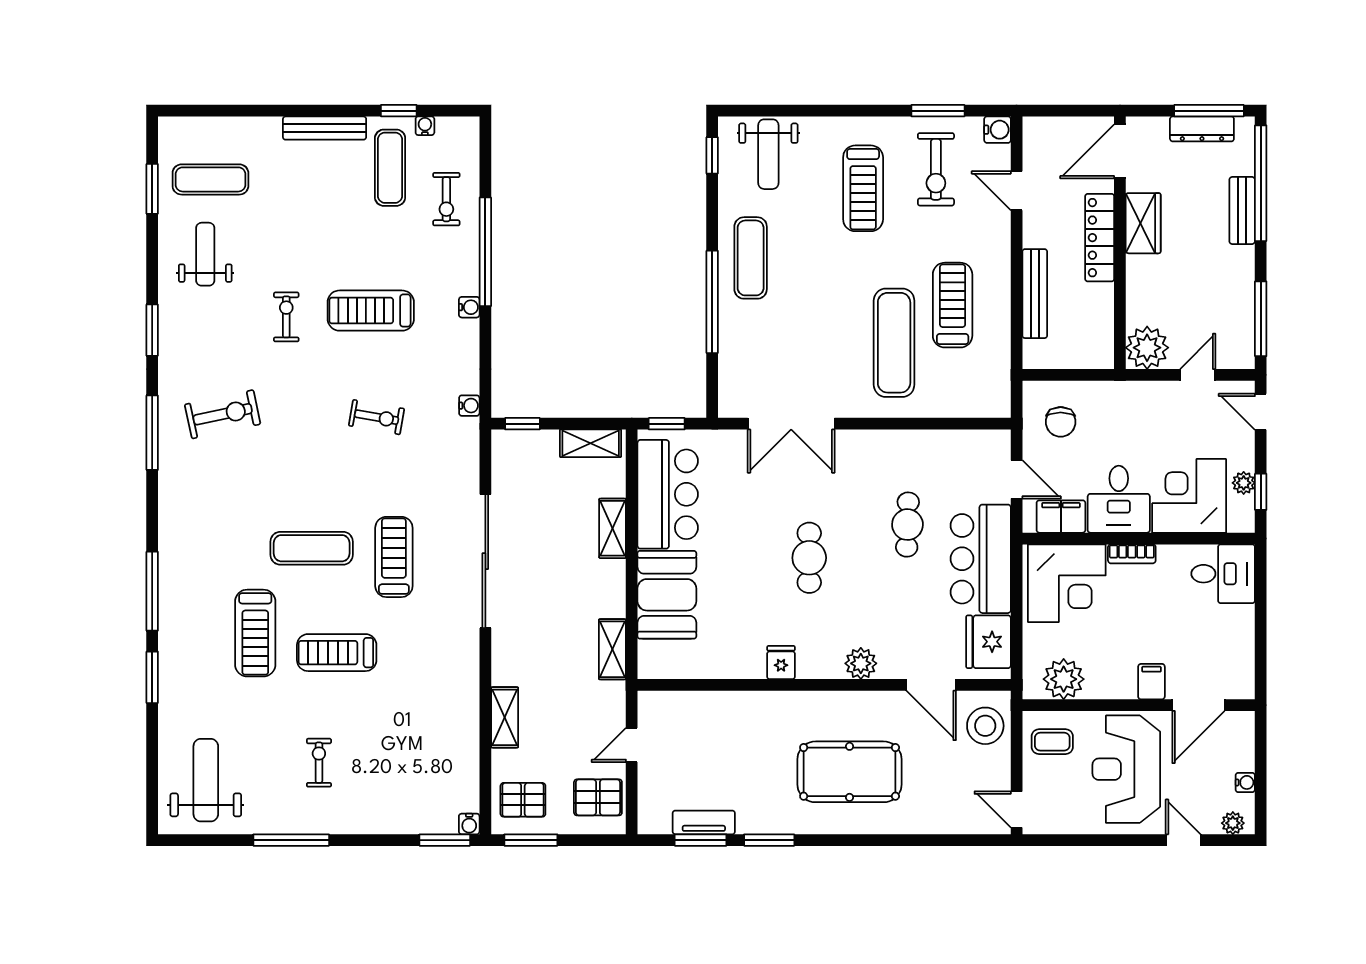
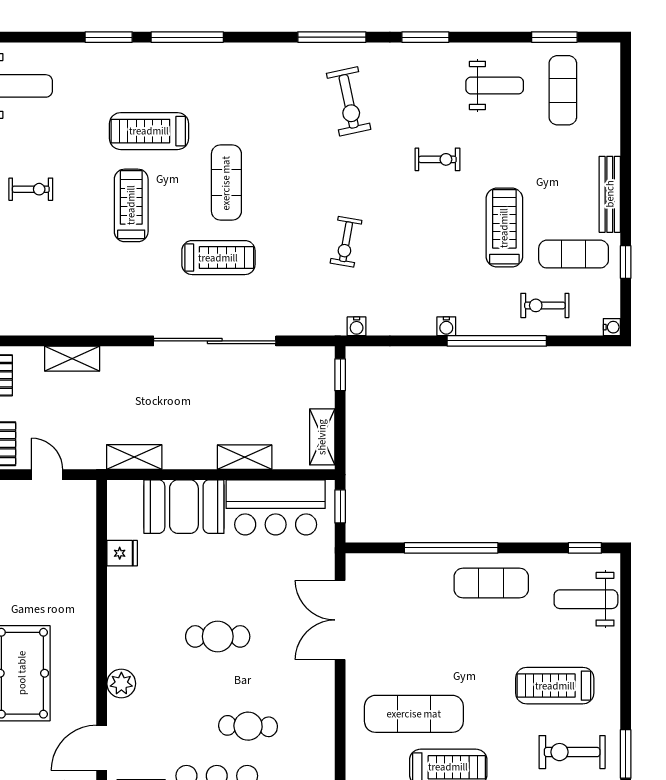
water cooler: (425, 126) -> (612, 327), moved
treadmill: (371, 311) -> (504, 228), moved
fridge: (781, 663) -> (122, 553), moved

